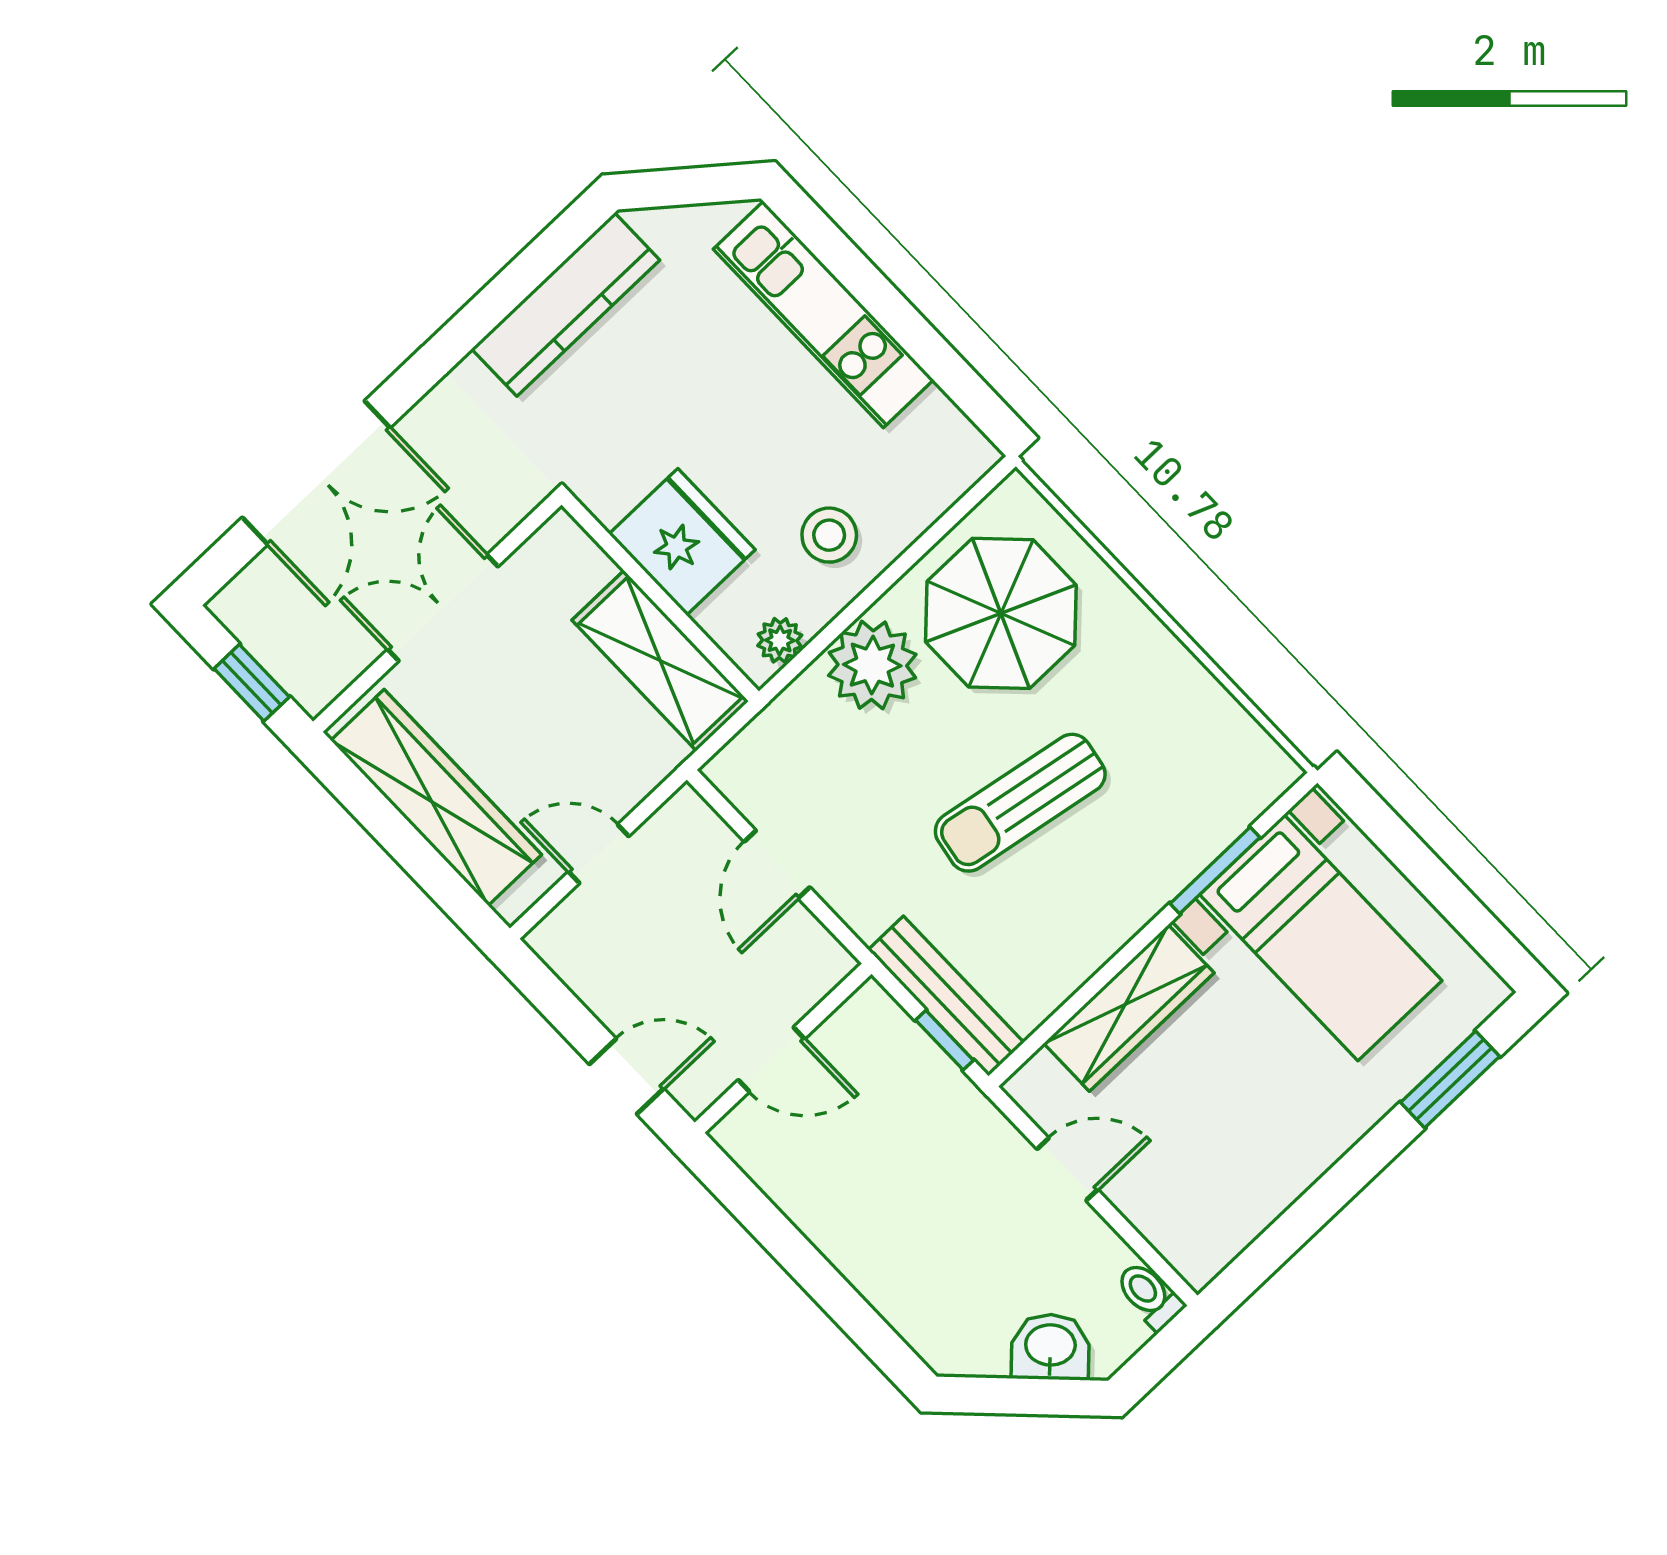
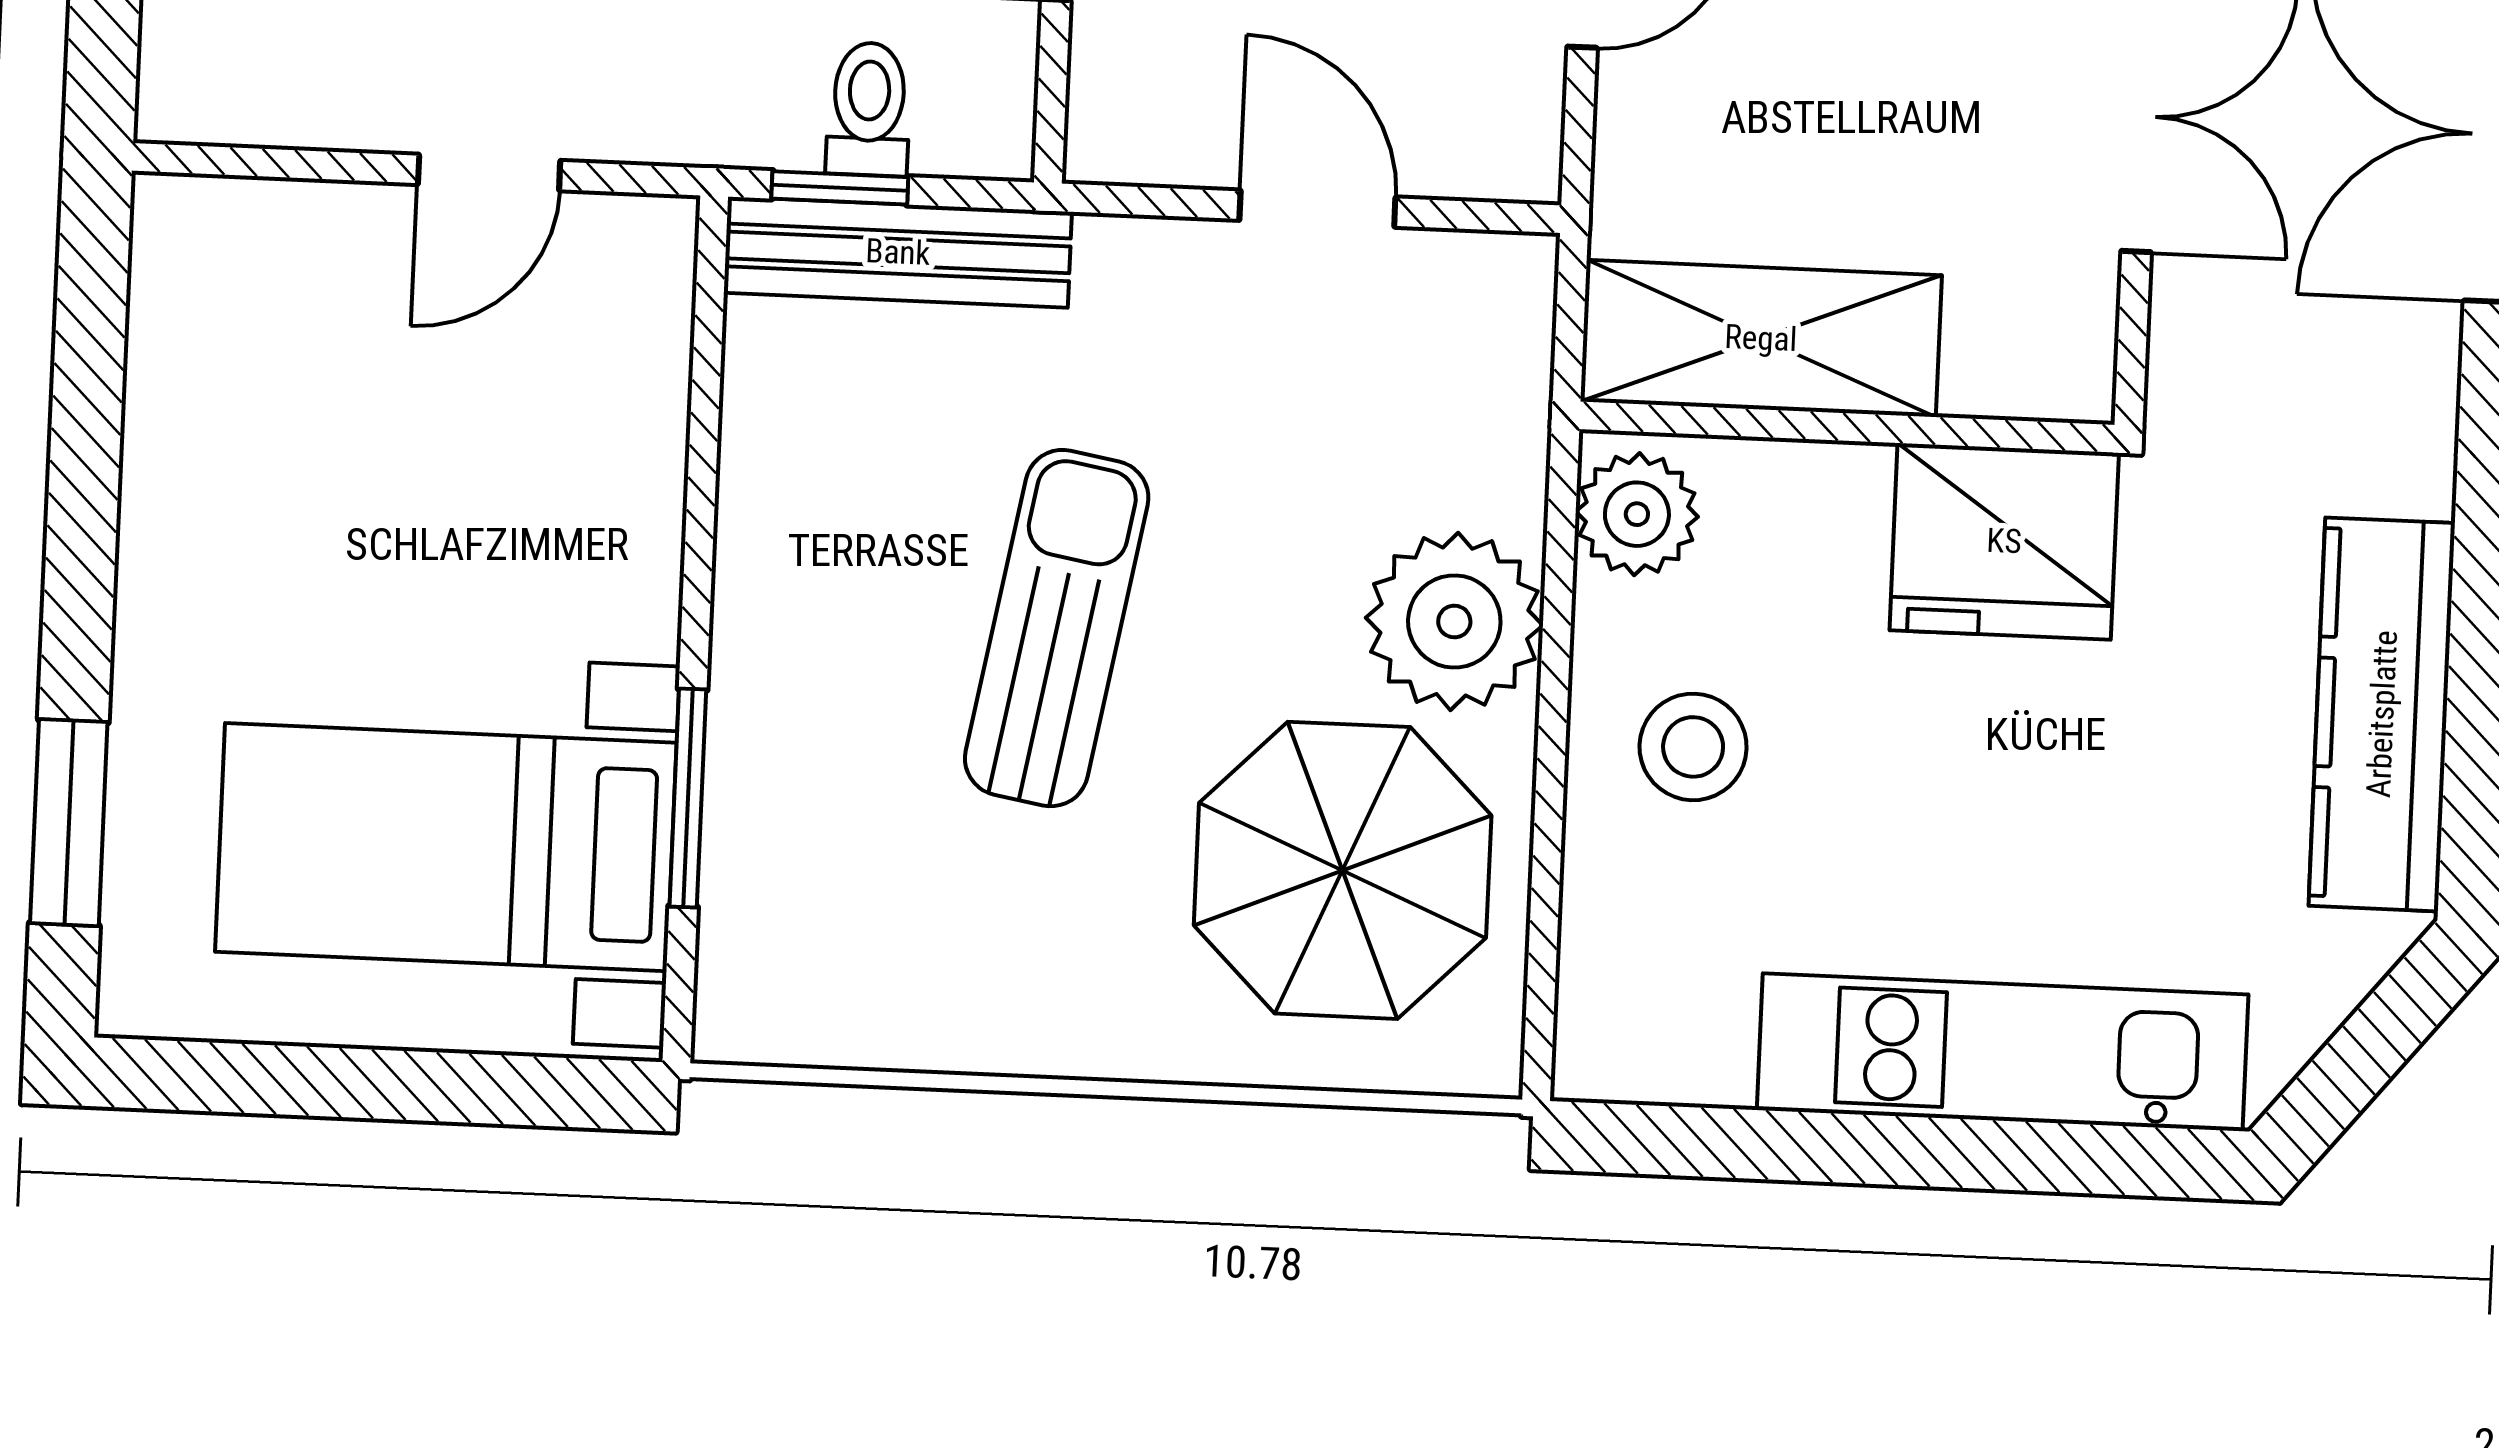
fridge: (682, 542) -> (2004, 541), moved
plant: (780, 640) -> (1637, 514), width x1.38, depth x1.38
wardrobe: (1129, 1008) -> (622, 485), removed
toilet: (1149, 1295) -> (869, 109), moved, turned -90

